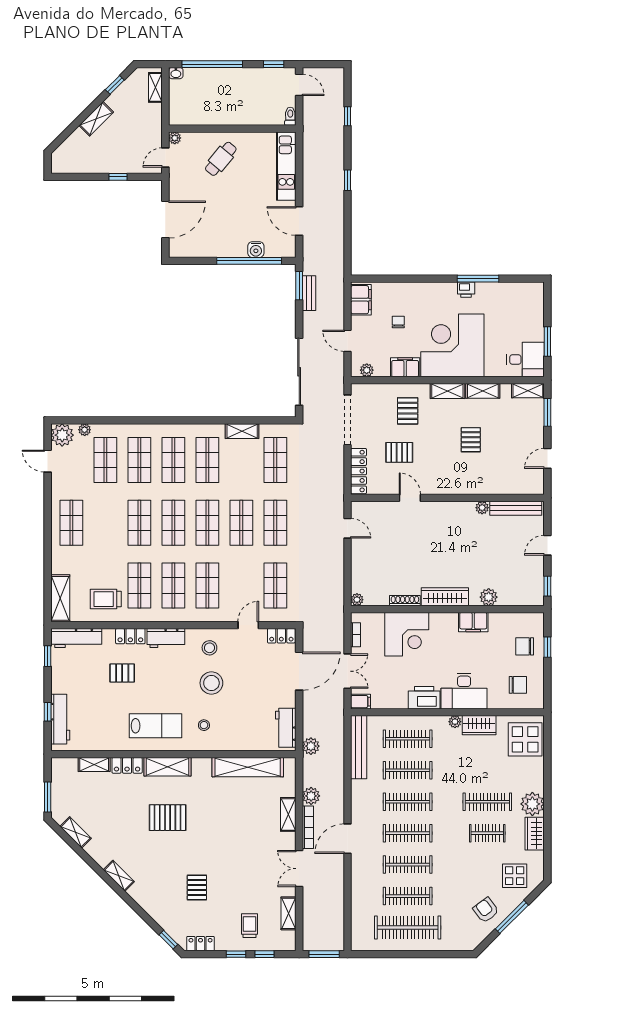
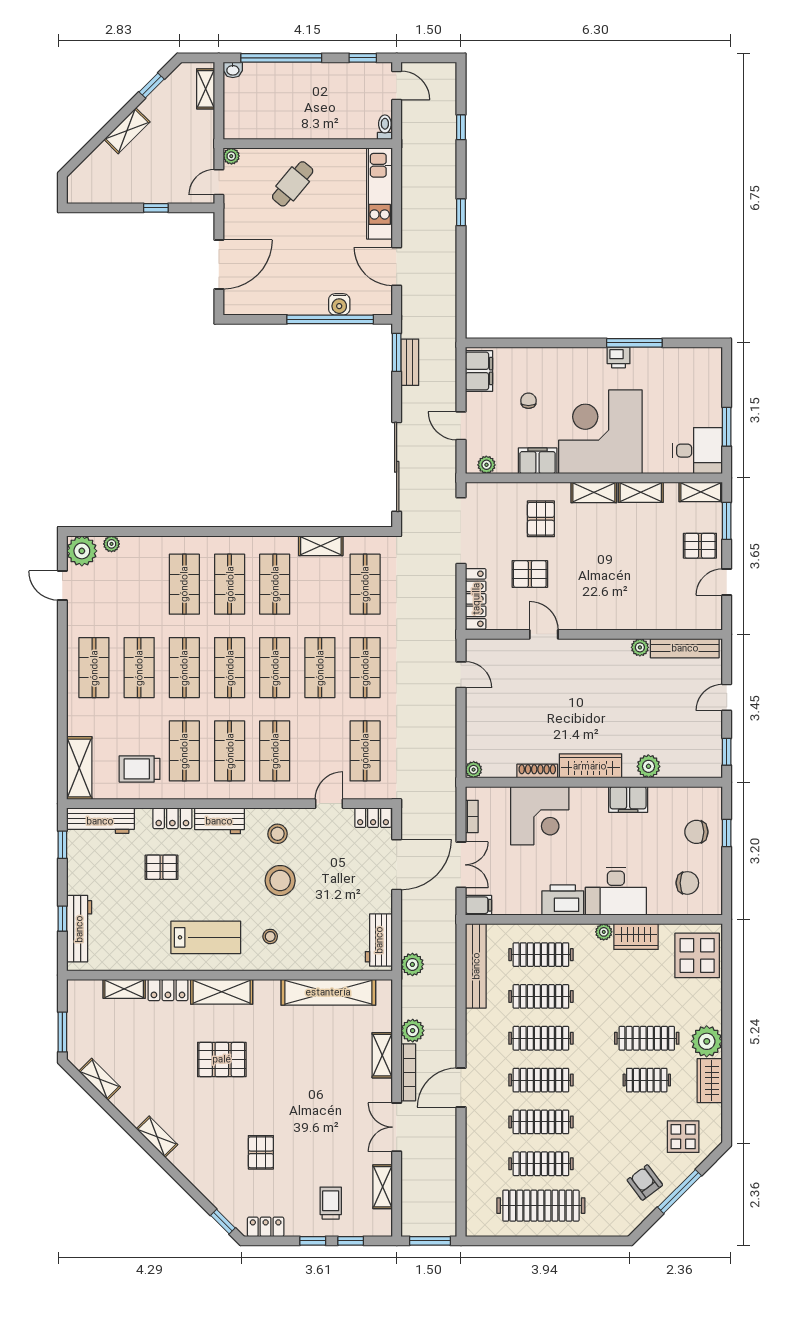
pallet: (471, 440) -> (700, 546), moved, turned 90
shop shelf: (105, 460) -> (139, 668), moved

